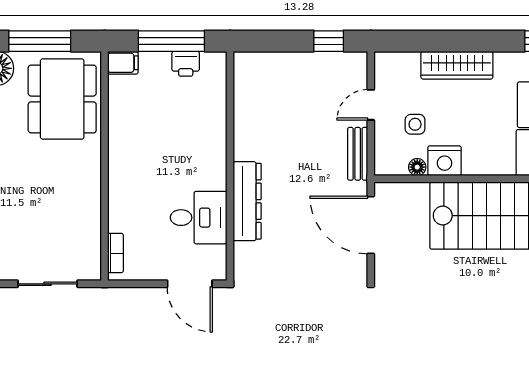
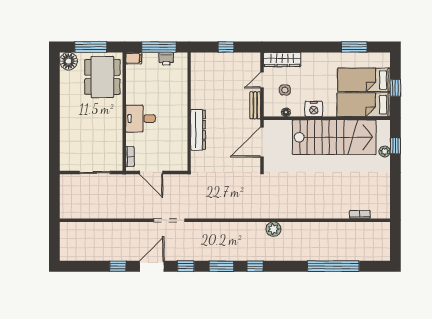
window: (329, 41) -> (226, 47), moved
wardrobe: (457, 65) -> (282, 59), moved
nightstand: (445, 161) -> (314, 109), moved
desk: (199, 218) -> (140, 119), moved, turned 180
door: (371, 225) -> (262, 142), hinge flipped
door: (190, 284) -> (151, 173), moved

